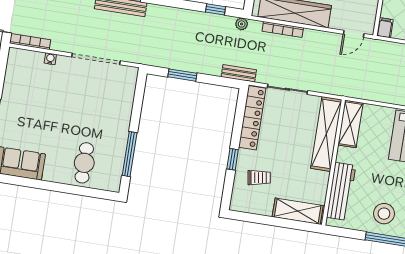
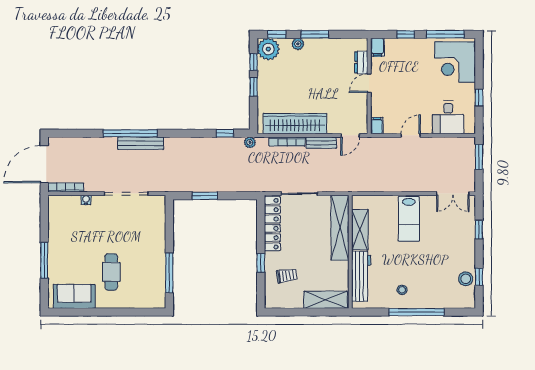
bench: (239, 73) -> (321, 143), moved
shelving: (350, 124) -> (360, 230), moved
cafe table: (84, 163) -> (111, 272), moved
stool: (384, 214) -> (402, 290), width x0.53, depth x0.53

